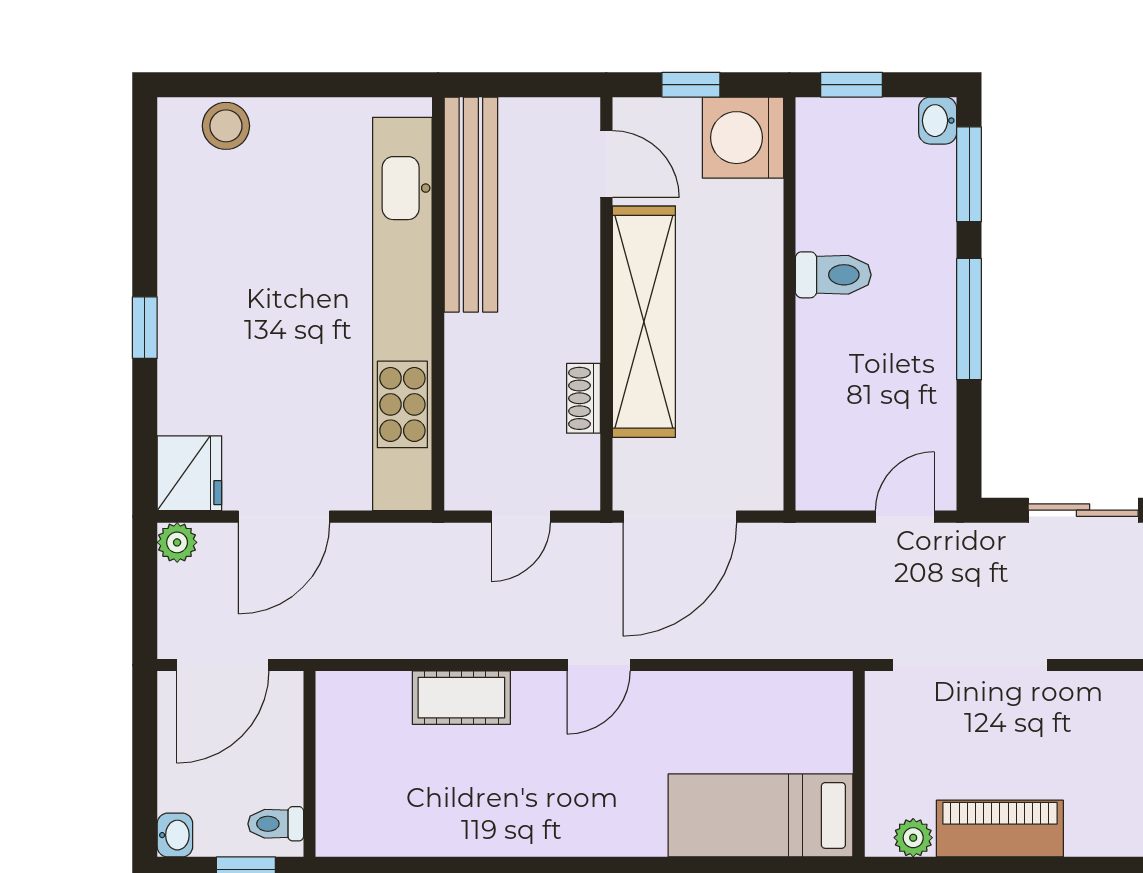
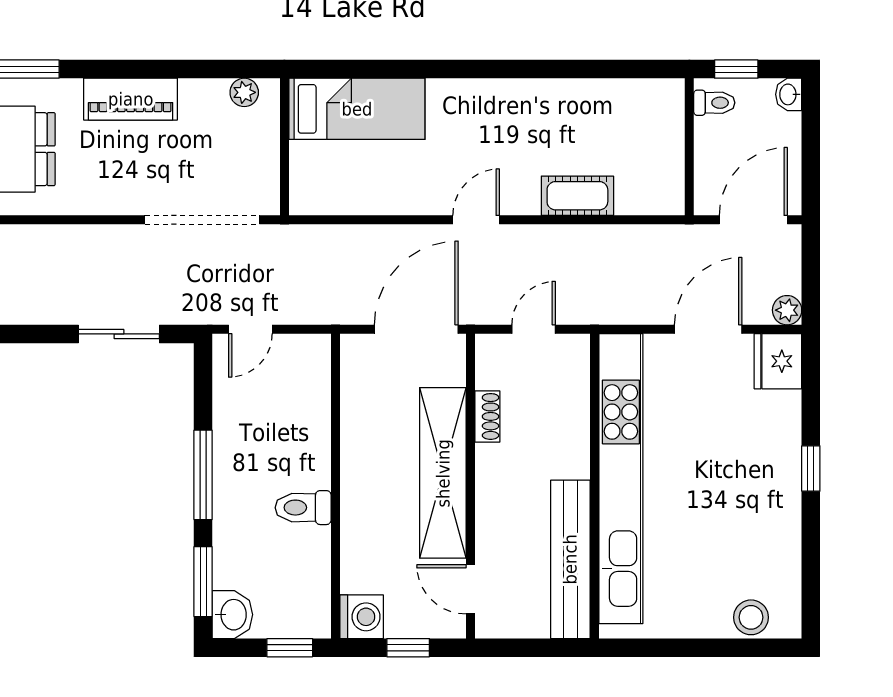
washbasin: (938, 121) -> (232, 615), width x1.38, depth x1.45
washing machine: (743, 138) -> (362, 617), width x0.73, depth x0.73
piano: (1000, 829) -> (131, 99), moved

